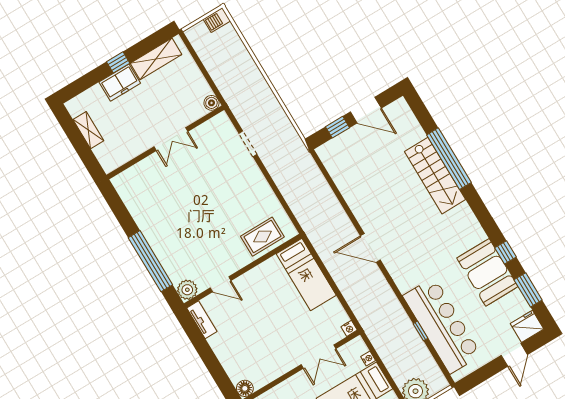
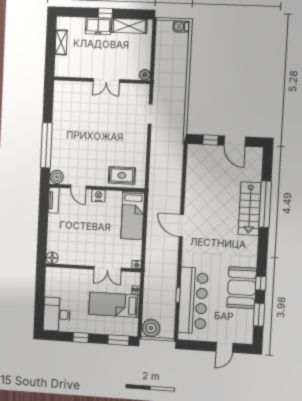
nightstand: (251, 279) -> (98, 196), added
fridge: (527, 326) -> (244, 336), removed

